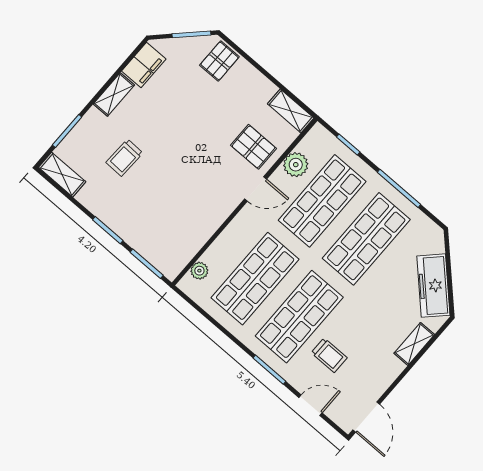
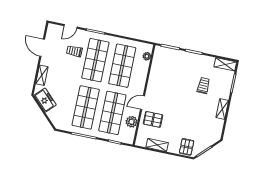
filing cabinet: (144, 65) -> (217, 128), removed
shelving: (291, 111) -> (157, 145), moved
freezer: (433, 286) -> (45, 100), width x0.71
door: (366, 417) -> (42, 48), moved

